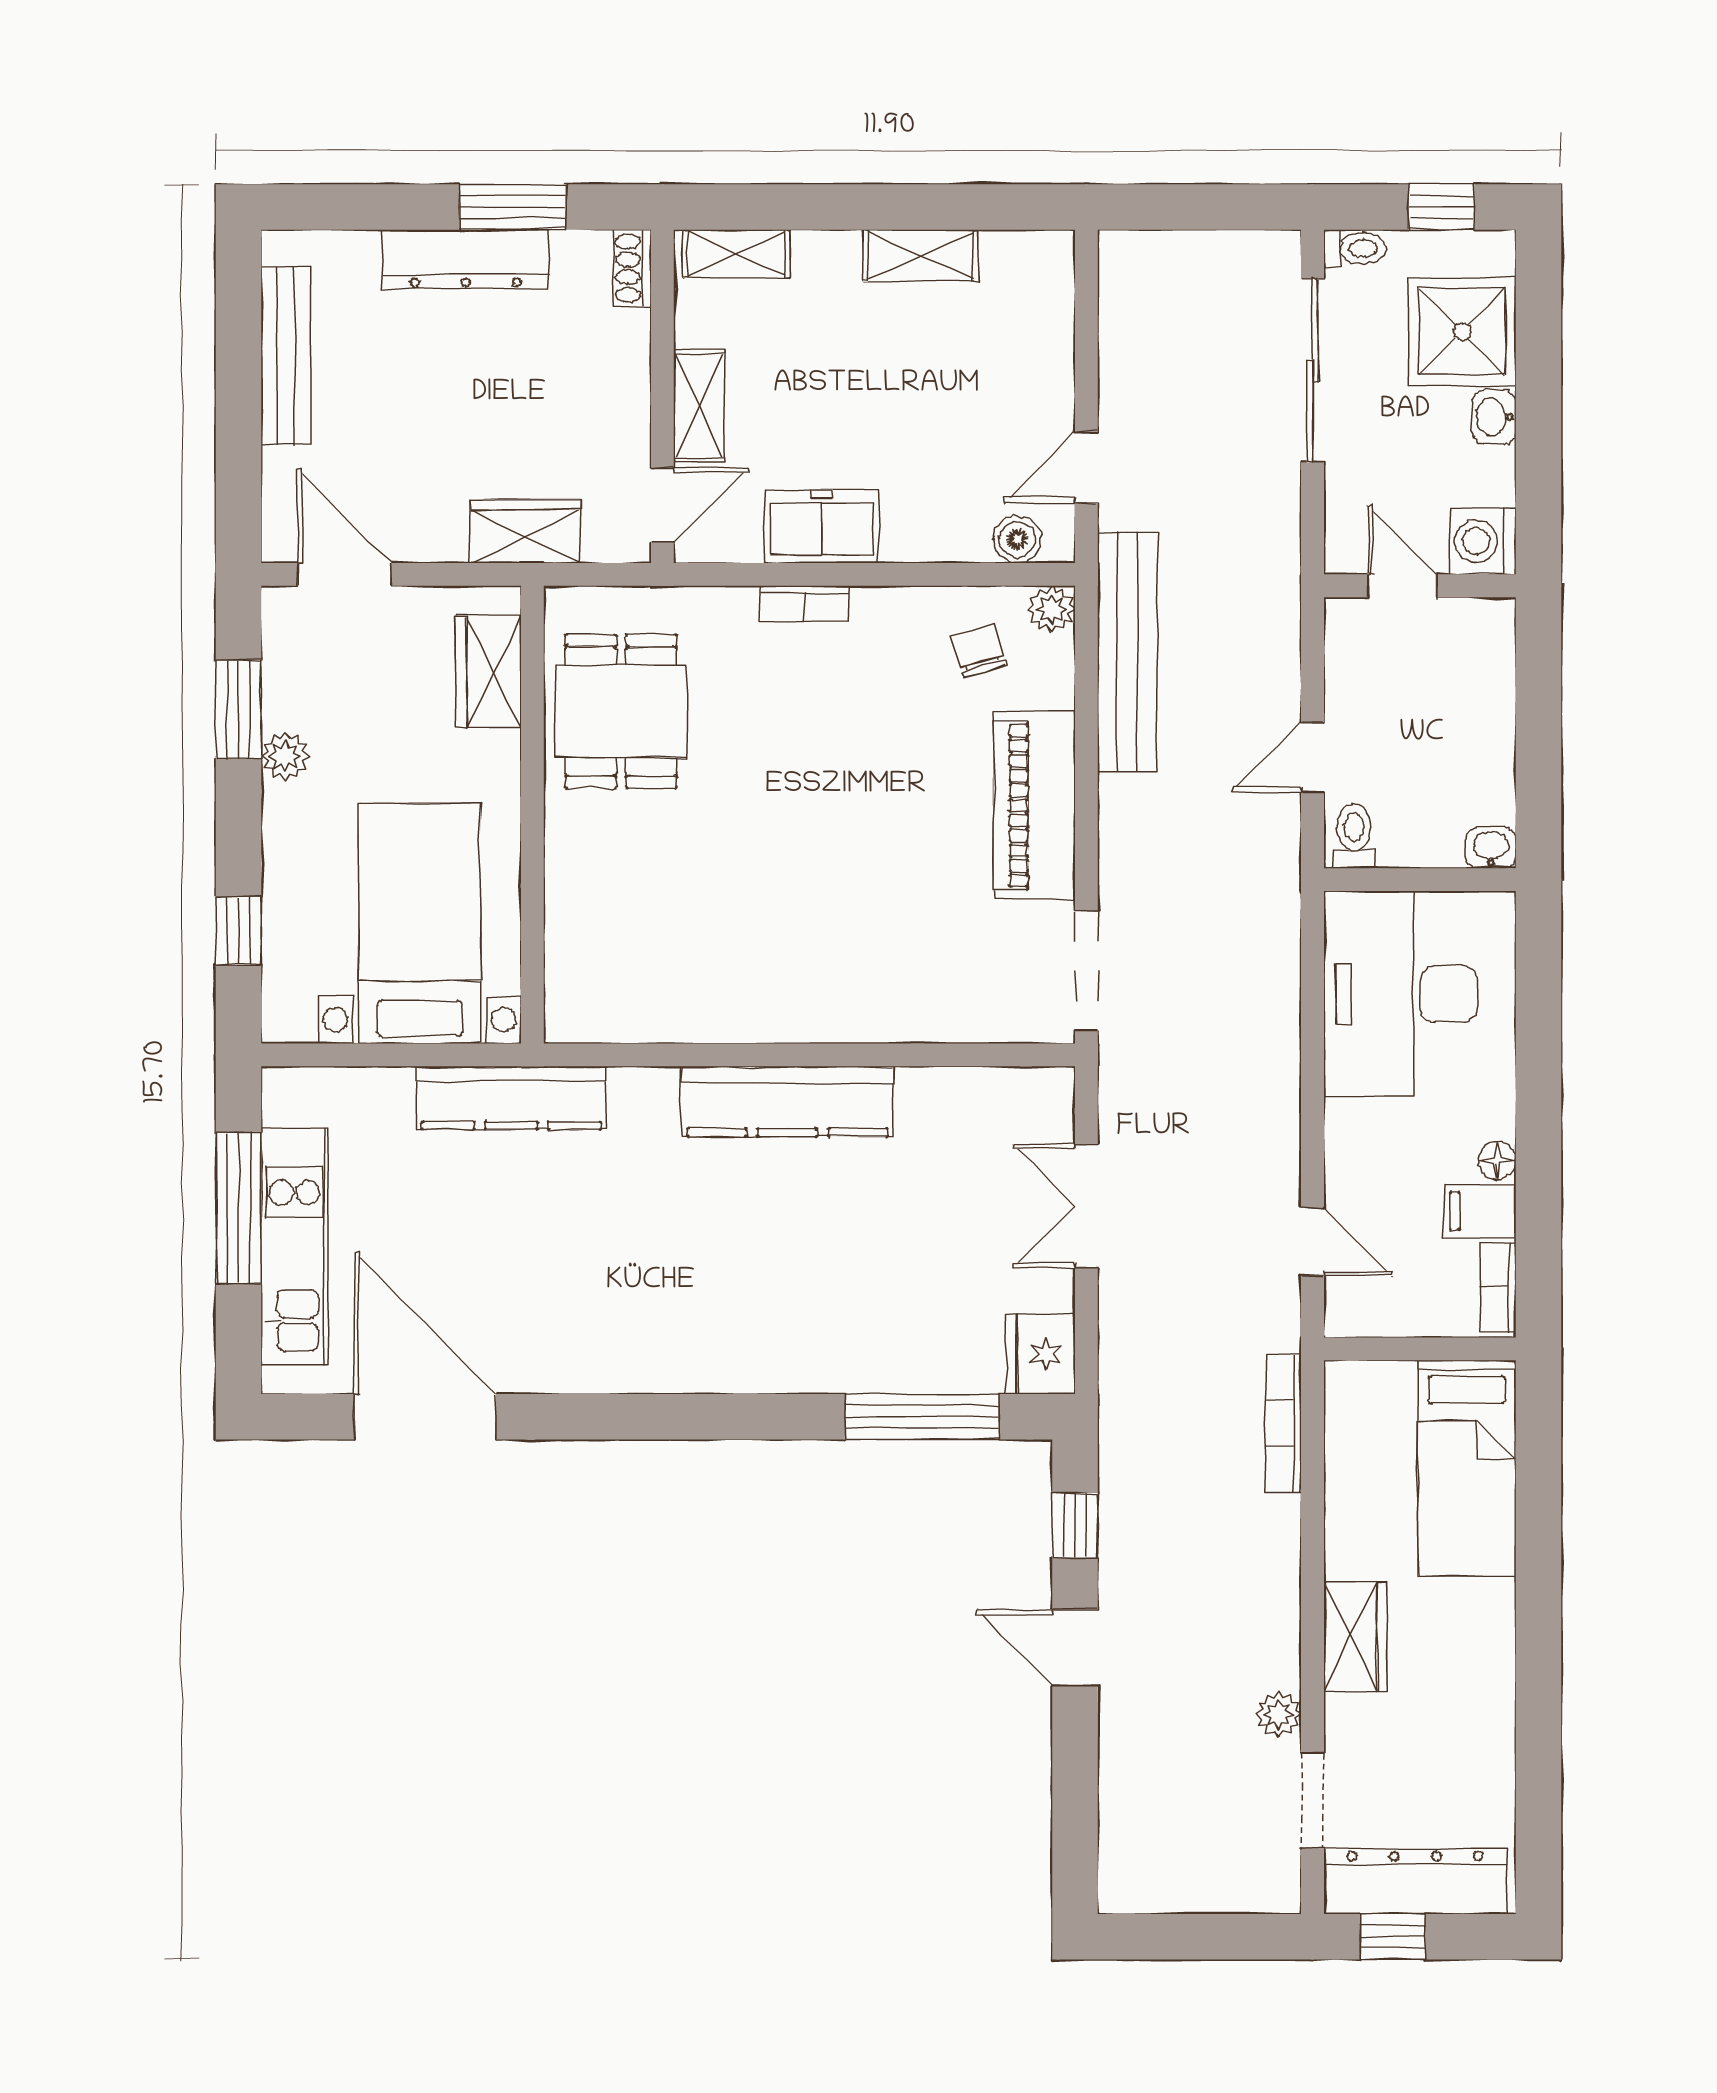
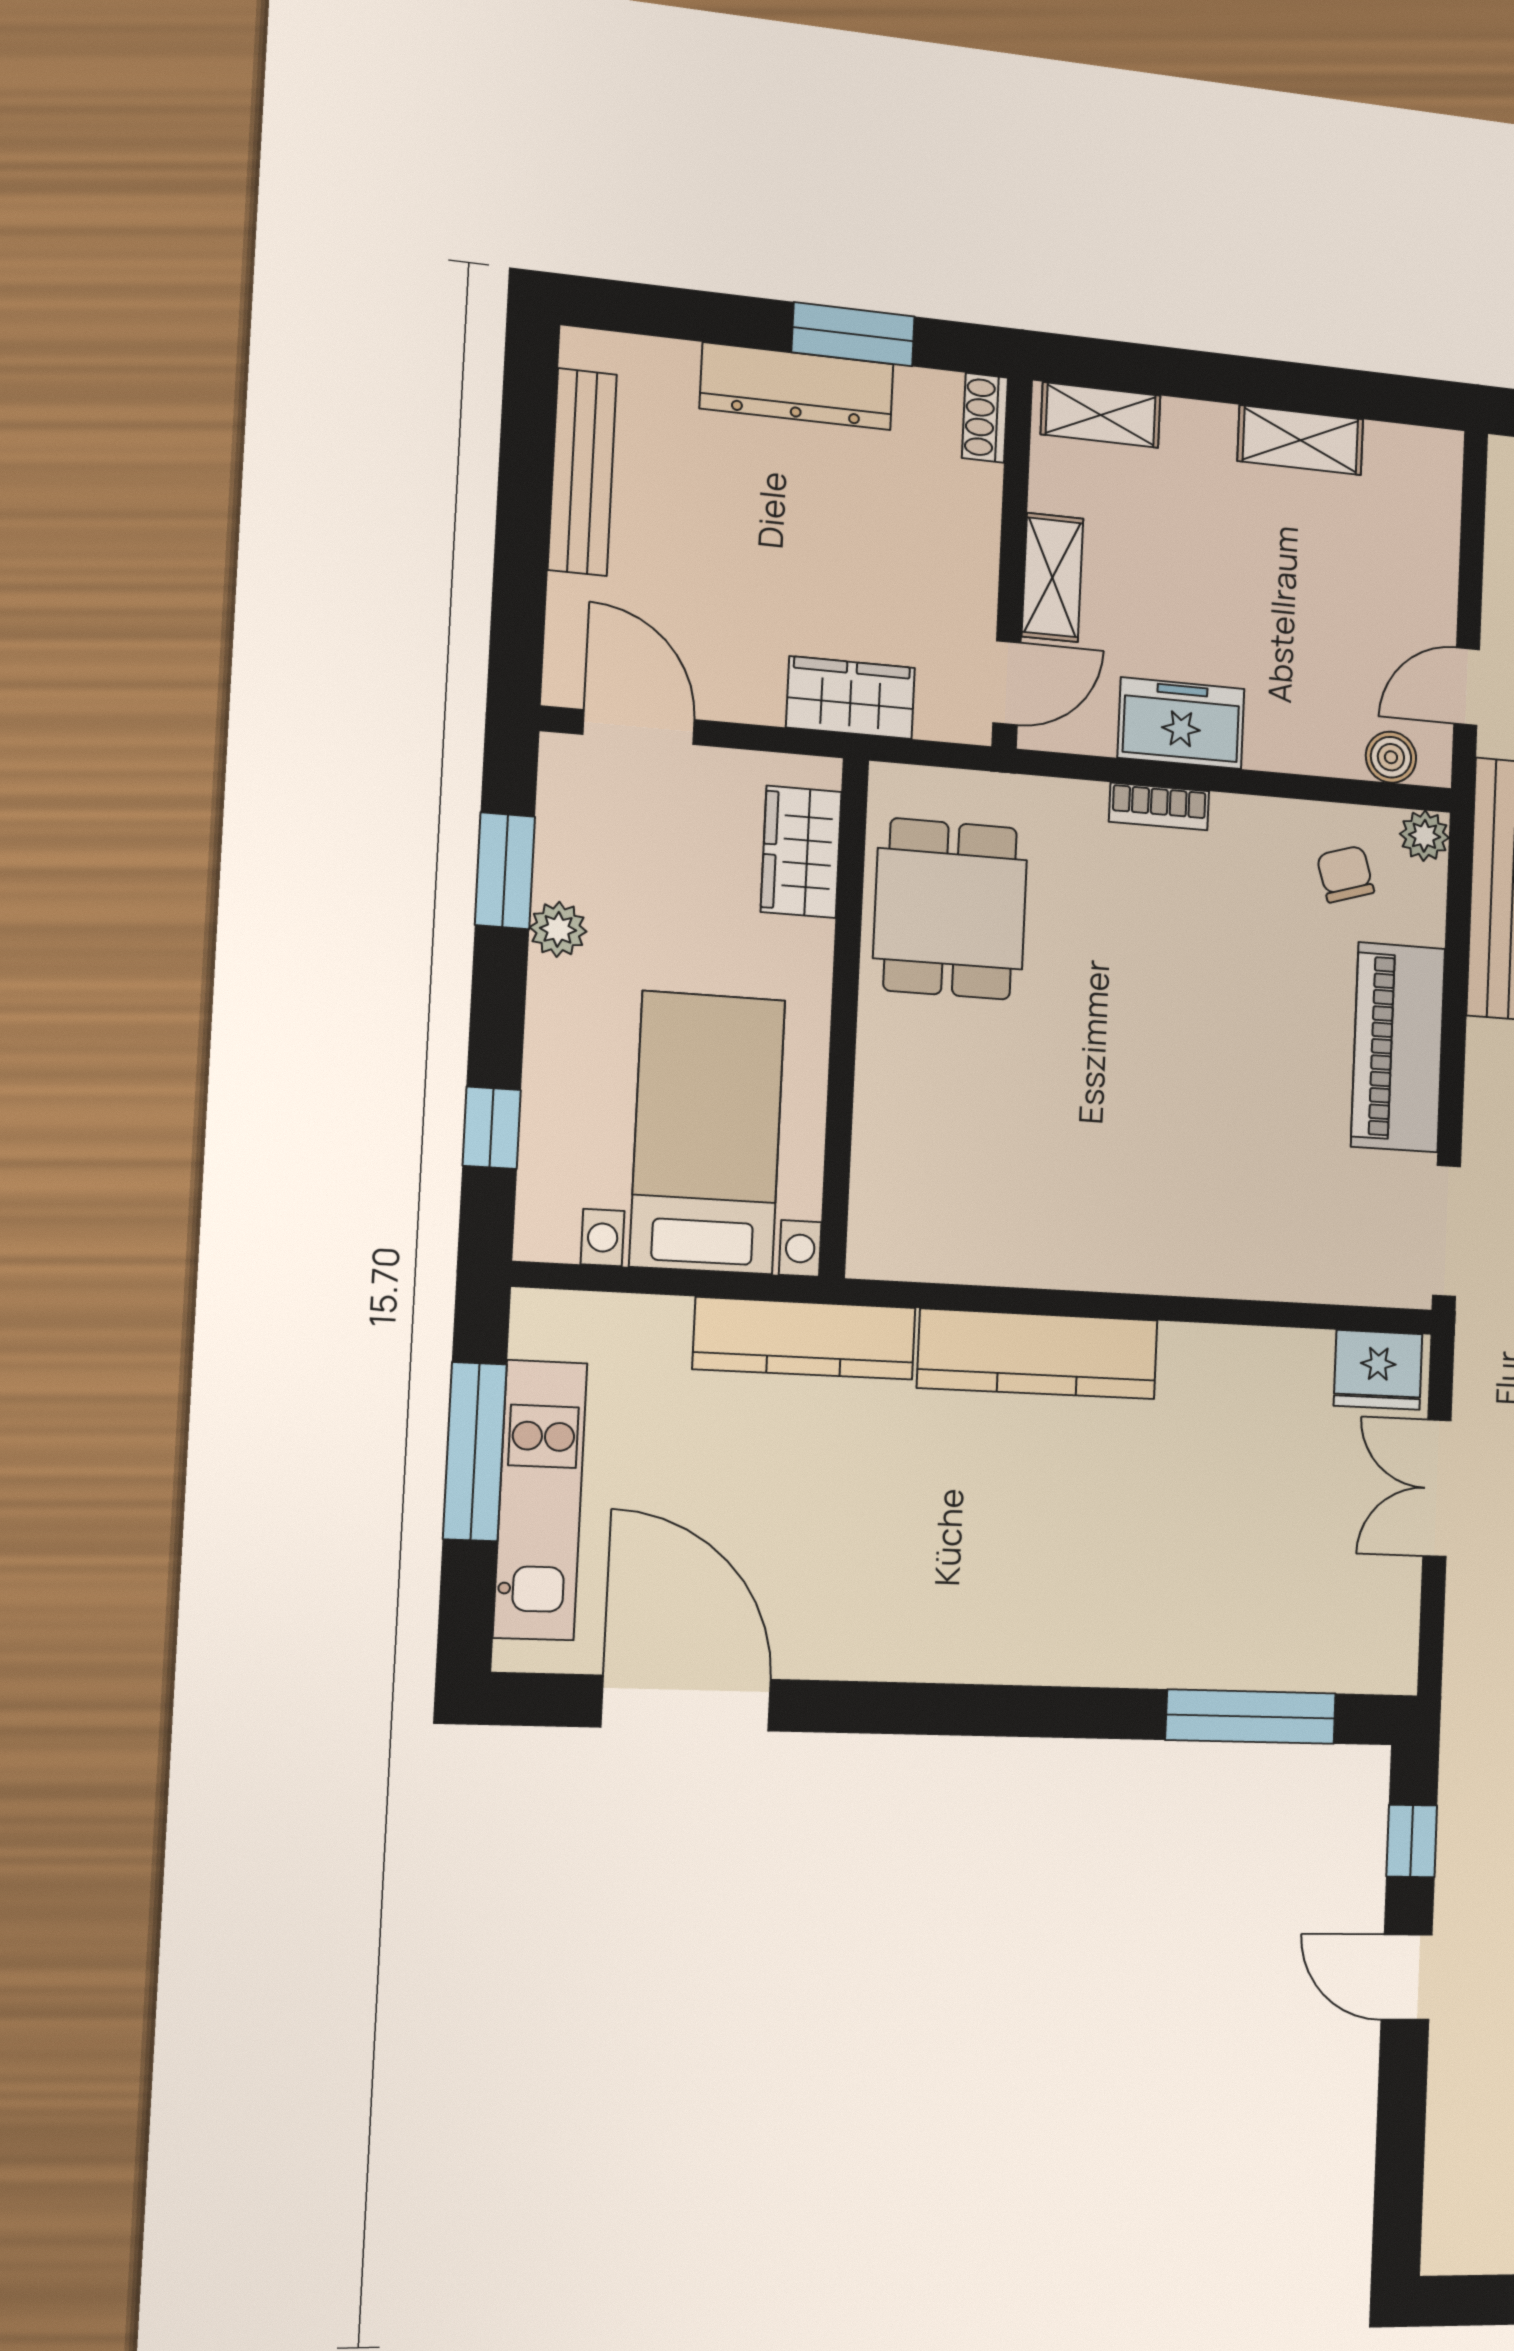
kitchen counter: (787, 1101) -> (1038, 1354), moved
fridge: (1041, 1354) -> (1378, 1370), moved, turned -90

